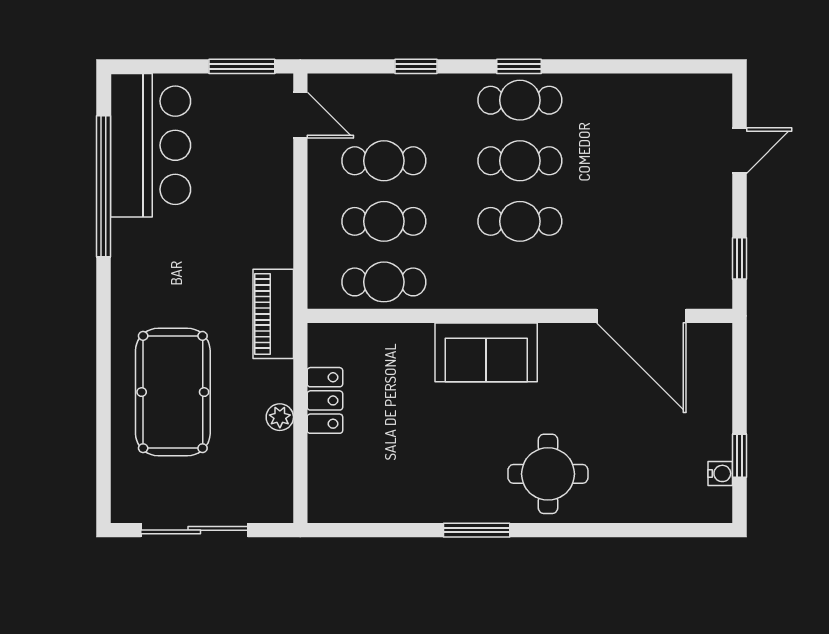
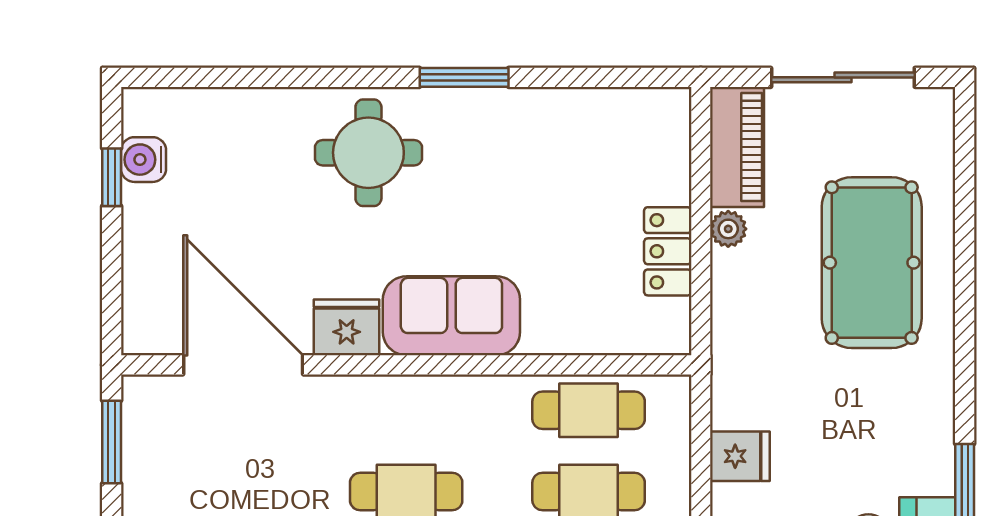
fridge: (271, 248) -> (740, 456), added
window: (740, 258) -> (112, 442), width x1.50
piano: (273, 314) -> (737, 147), moved
fridge: (564, 344) -> (347, 327), added
water cooler: (720, 473) -> (143, 160), width x1.38, depth x1.38

